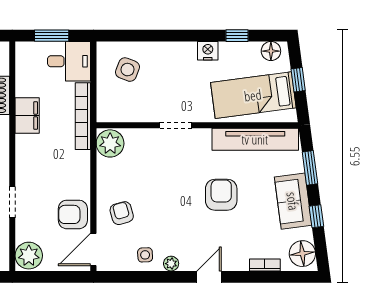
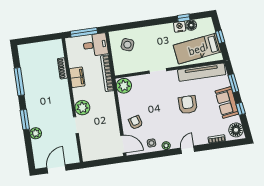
window: (52, 36) -> (84, 32), width x1.44
nightstand: (208, 51) -> (180, 27), moved
floor lamp: (271, 51) -> (191, 25), moved
armchair: (73, 214) -> (109, 127), removed
door: (93, 249) -> (123, 144), swing flipped
plant: (29, 256) -> (82, 108), moved

